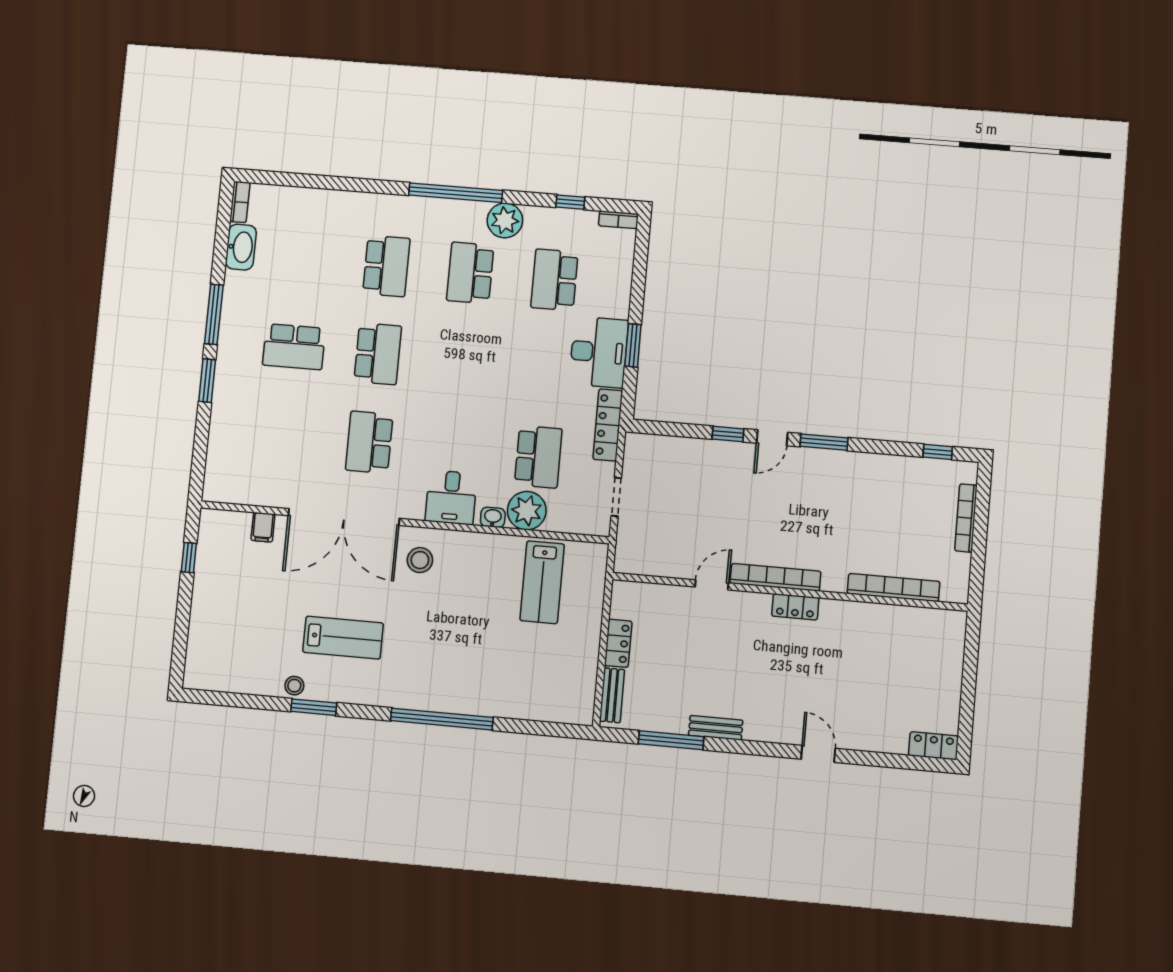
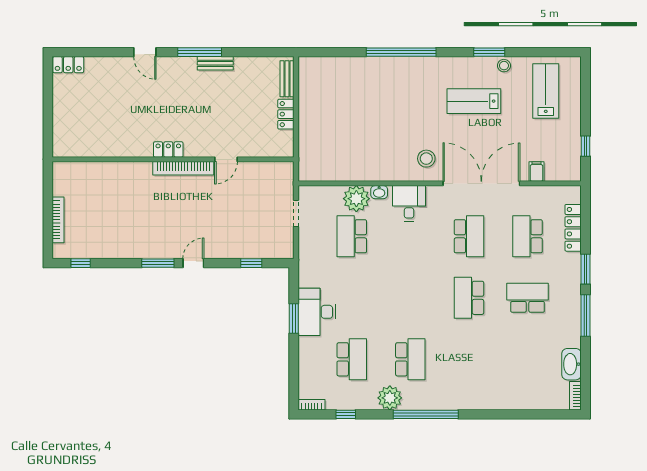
school desk: (386, 266) -> (528, 236), moved
locker: (608, 425) -> (573, 228), moved, turned 180
window: (728, 434) -> (251, 263), moved
lab bench: (542, 582) -> (546, 91), moved
bookcase: (893, 588) -> (103, 168), removed
window: (671, 740) -> (200, 52), moved

